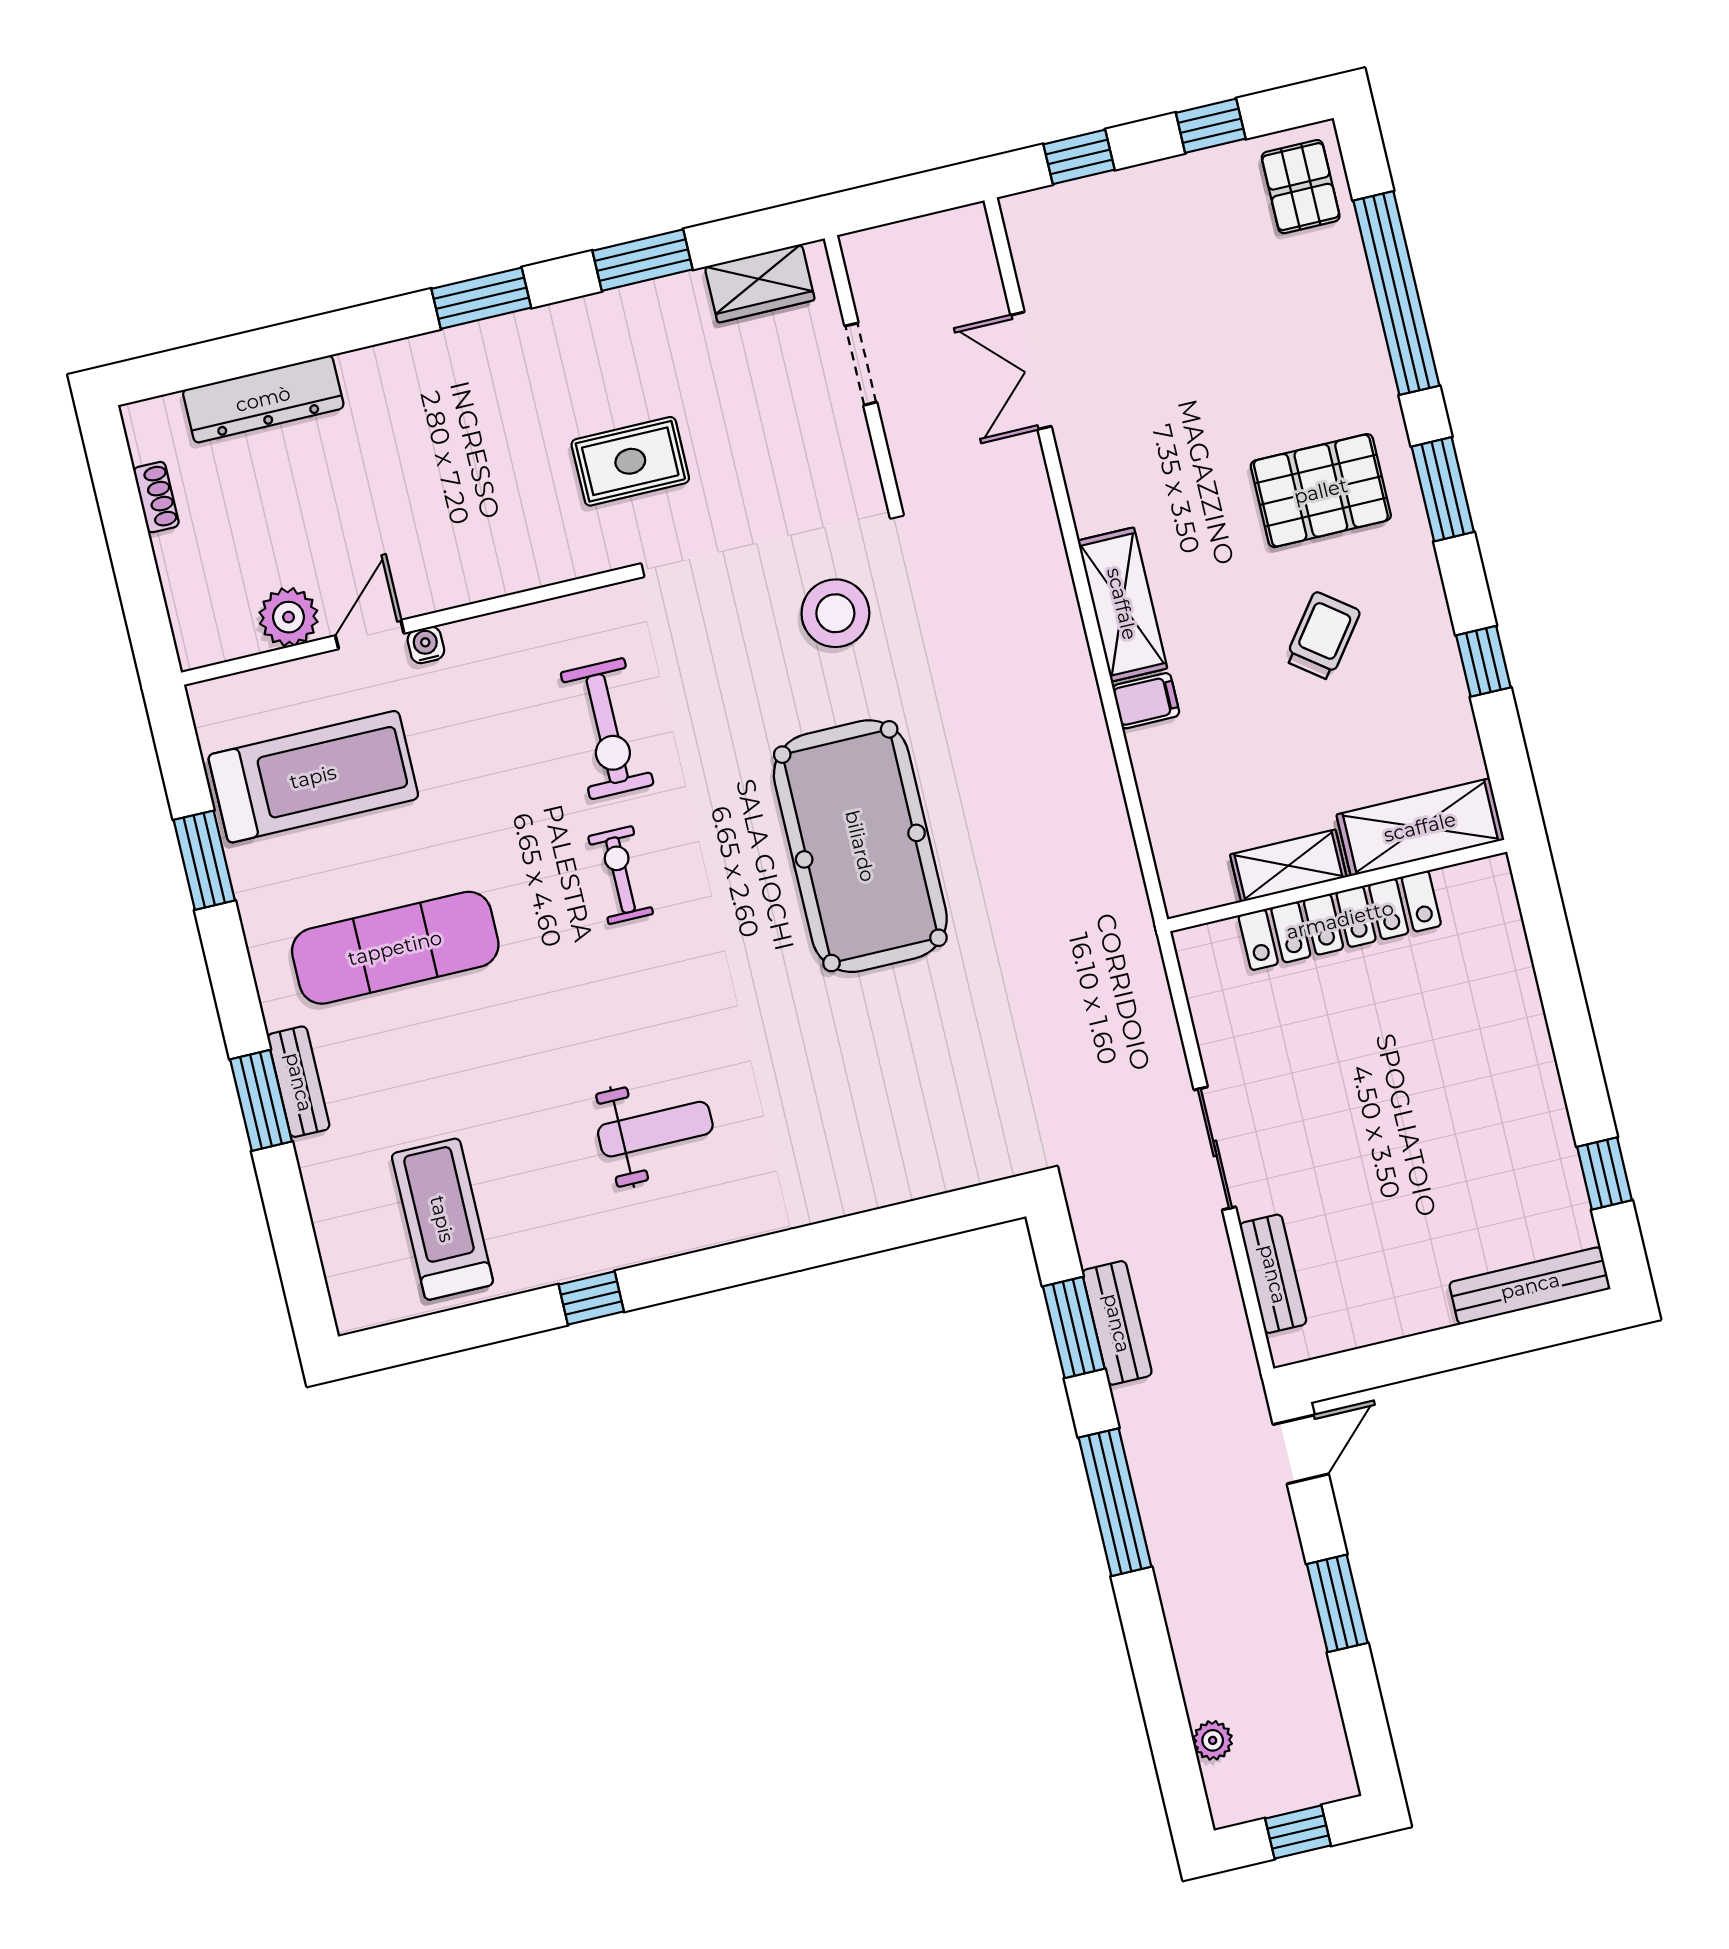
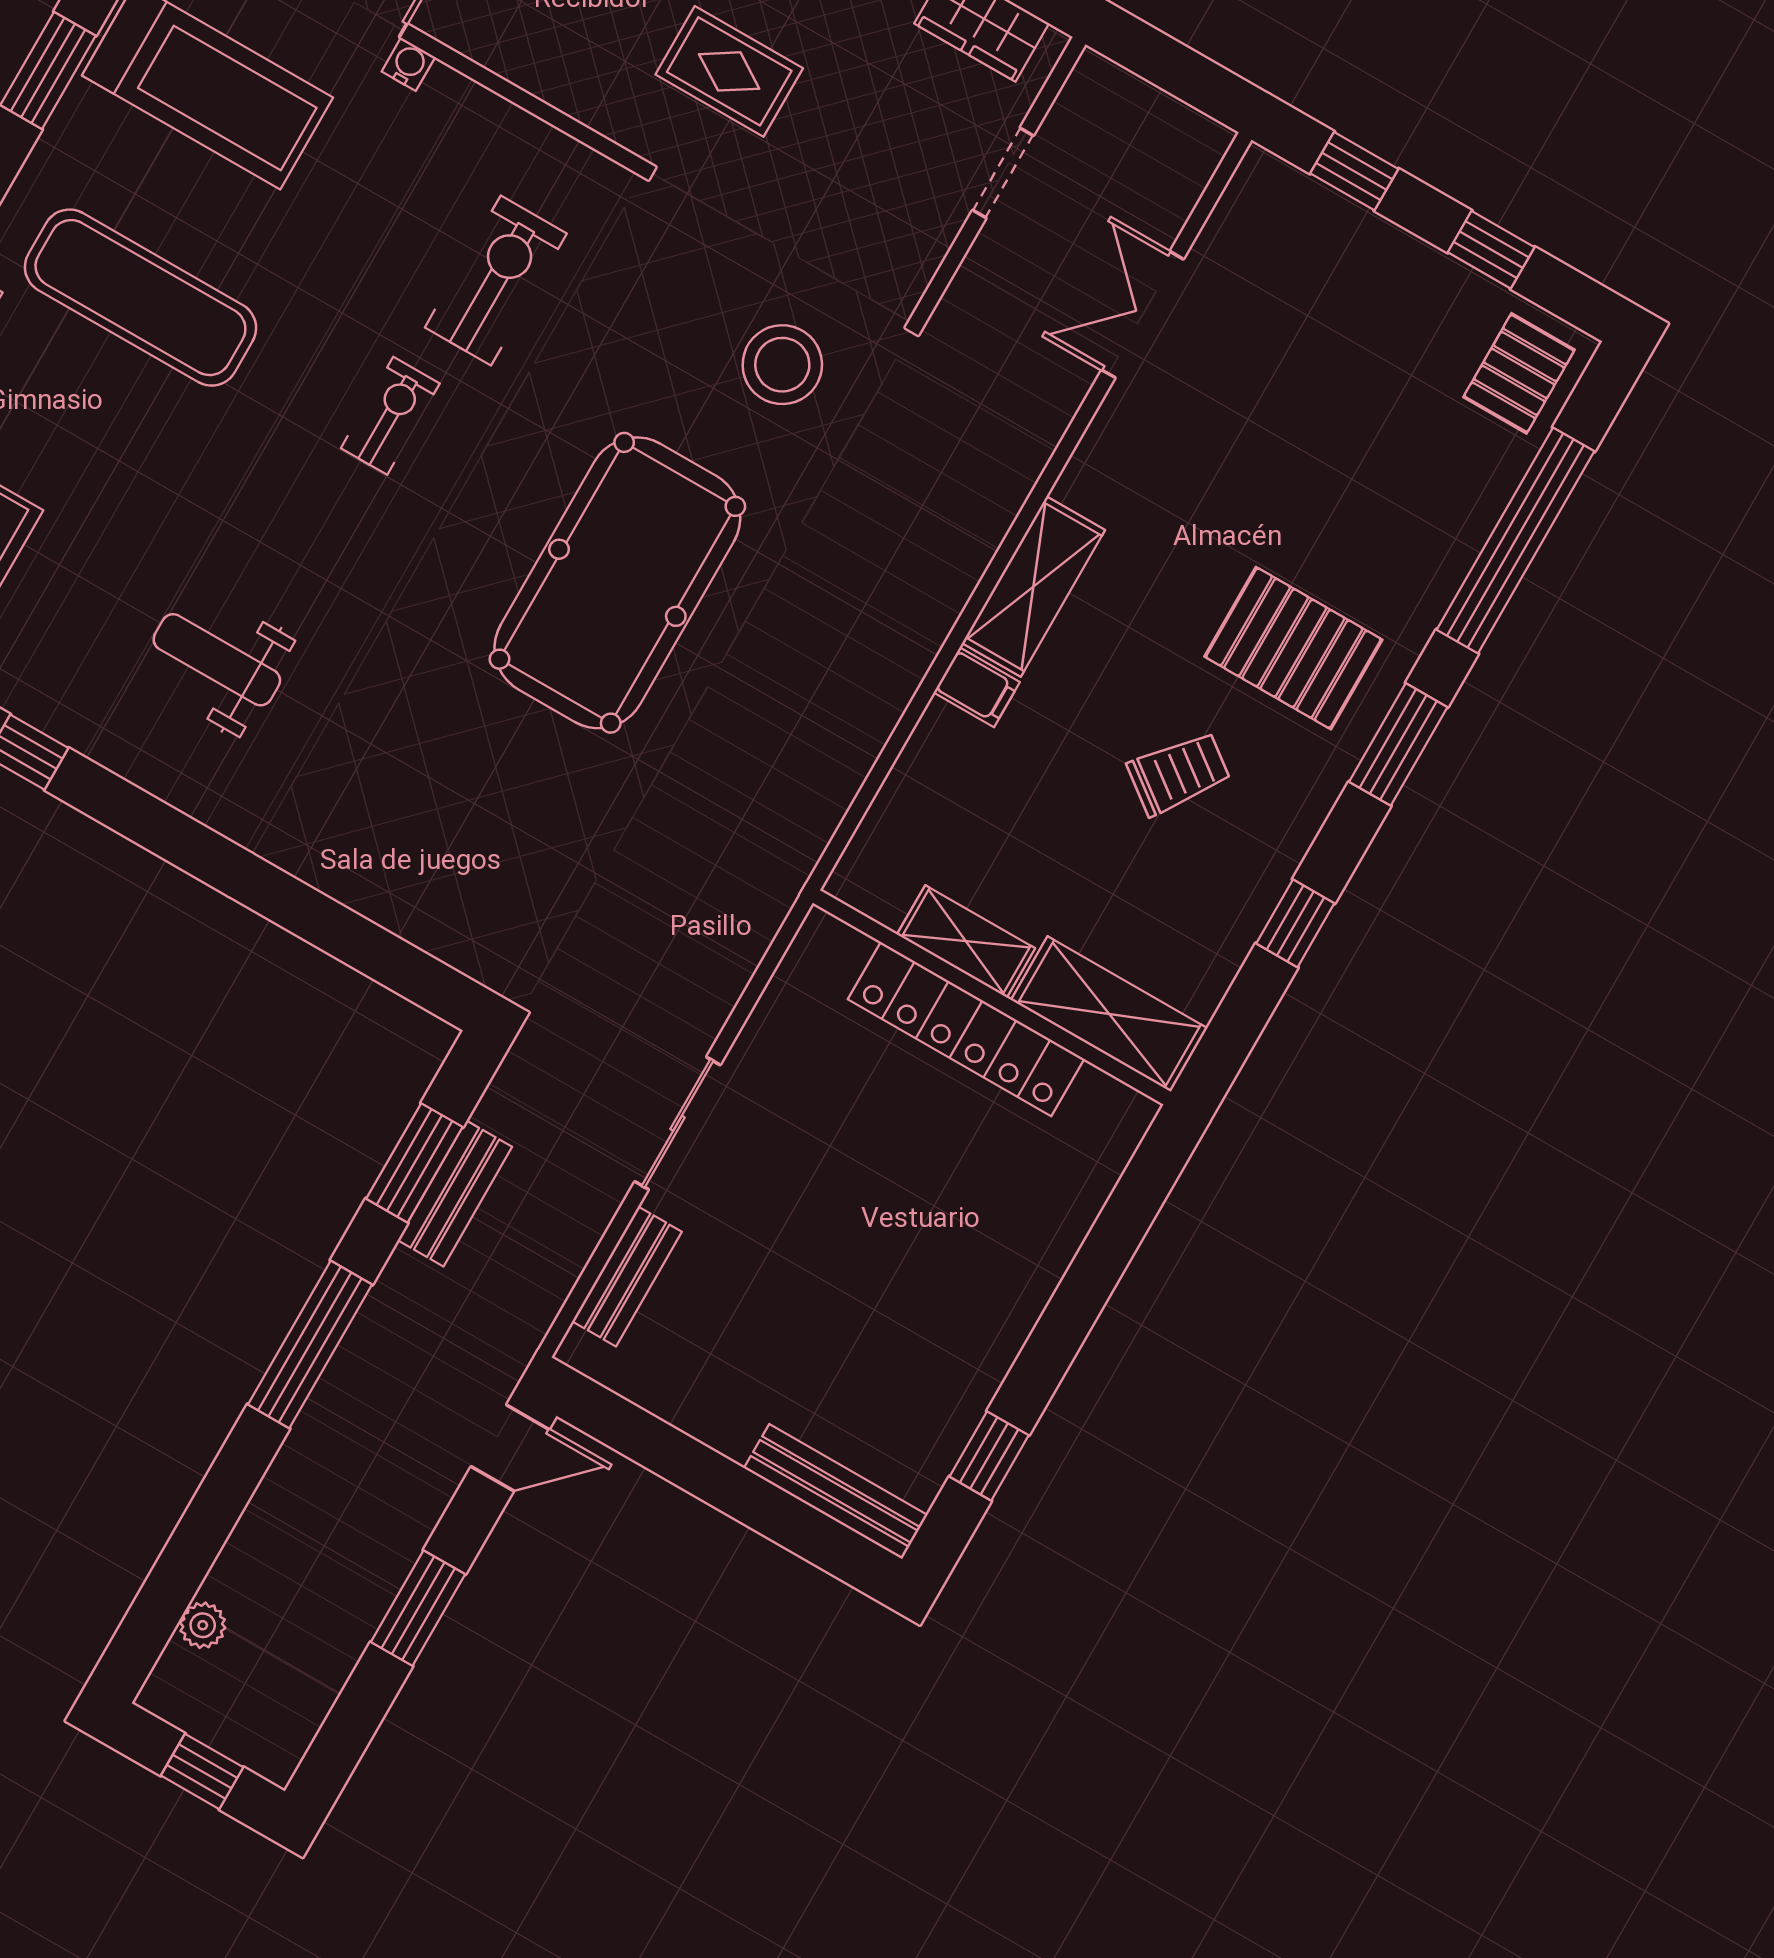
exercise bike: (607, 729) -> (496, 280), turned 180
weight bench: (655, 1129) -> (217, 660), turned 180

